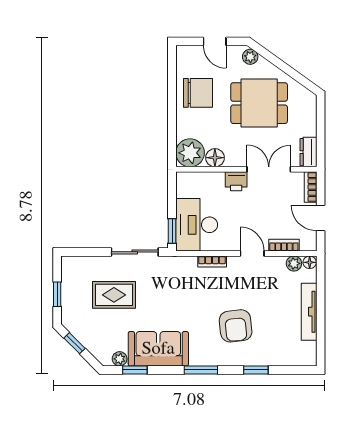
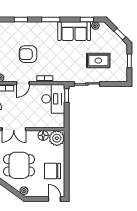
door: (215, 41) -> (54, 199), moved
printer: (236, 181) -> (32, 123), removed
door: (252, 254) -> (23, 83), hinge flipped
armchair: (236, 326) -> (28, 54), moved, turned -84

